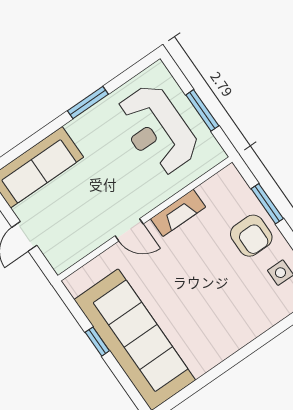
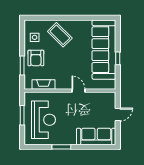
fireplace: (178, 213) -> (44, 85), moved
armchair: (251, 236) -> (36, 58), turned 180
coffee table: (237, 310) -> (60, 35), added

